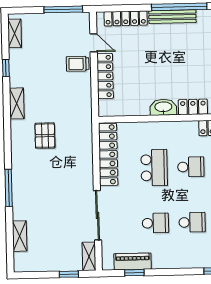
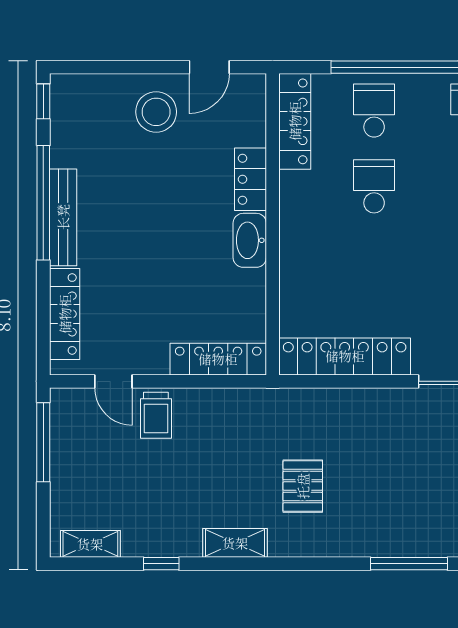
door: (94, 43) -> (113, 381), swing flipped
locker: (105, 76) -> (218, 359), moved
pallet: (45, 136) -> (303, 486), turned 90
school desk: (154, 168) -> (374, 262), removed

